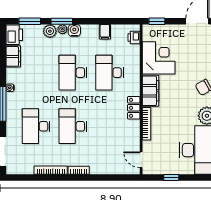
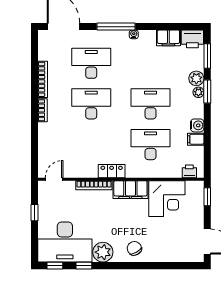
water cooler: (74, 30) -> (197, 125), moved

